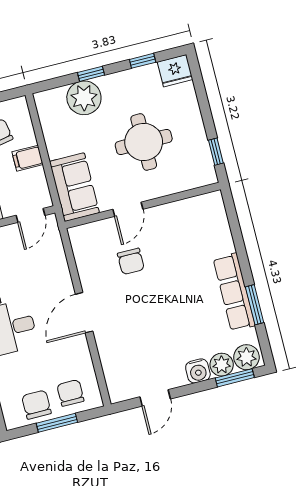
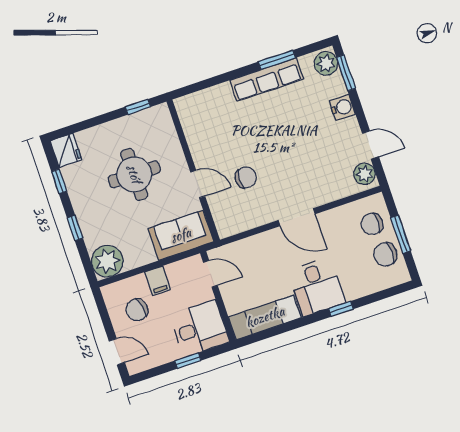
plant: (84, 98) -> (107, 261), moved
plant: (222, 365) -> (365, 174), moved

